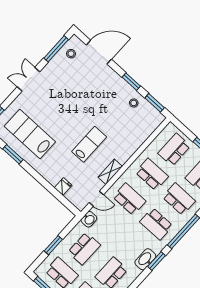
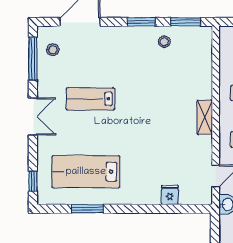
double door: (28, 79) -> (33, 116), swing flipped
lab bench: (89, 144) -> (90, 99), moved, turned -90
shelving: (110, 172) -> (205, 117), moved

